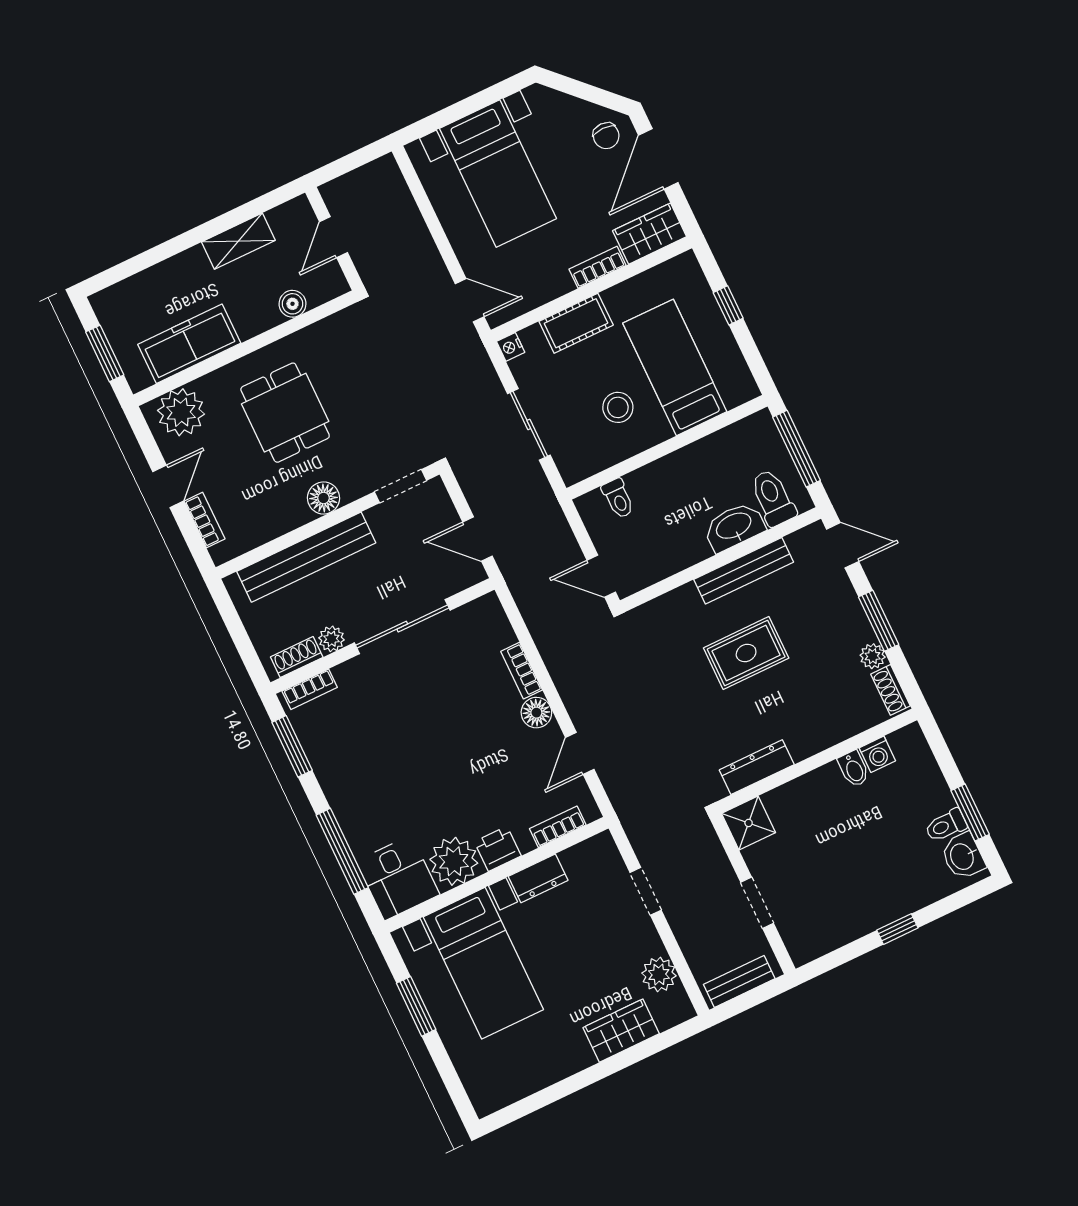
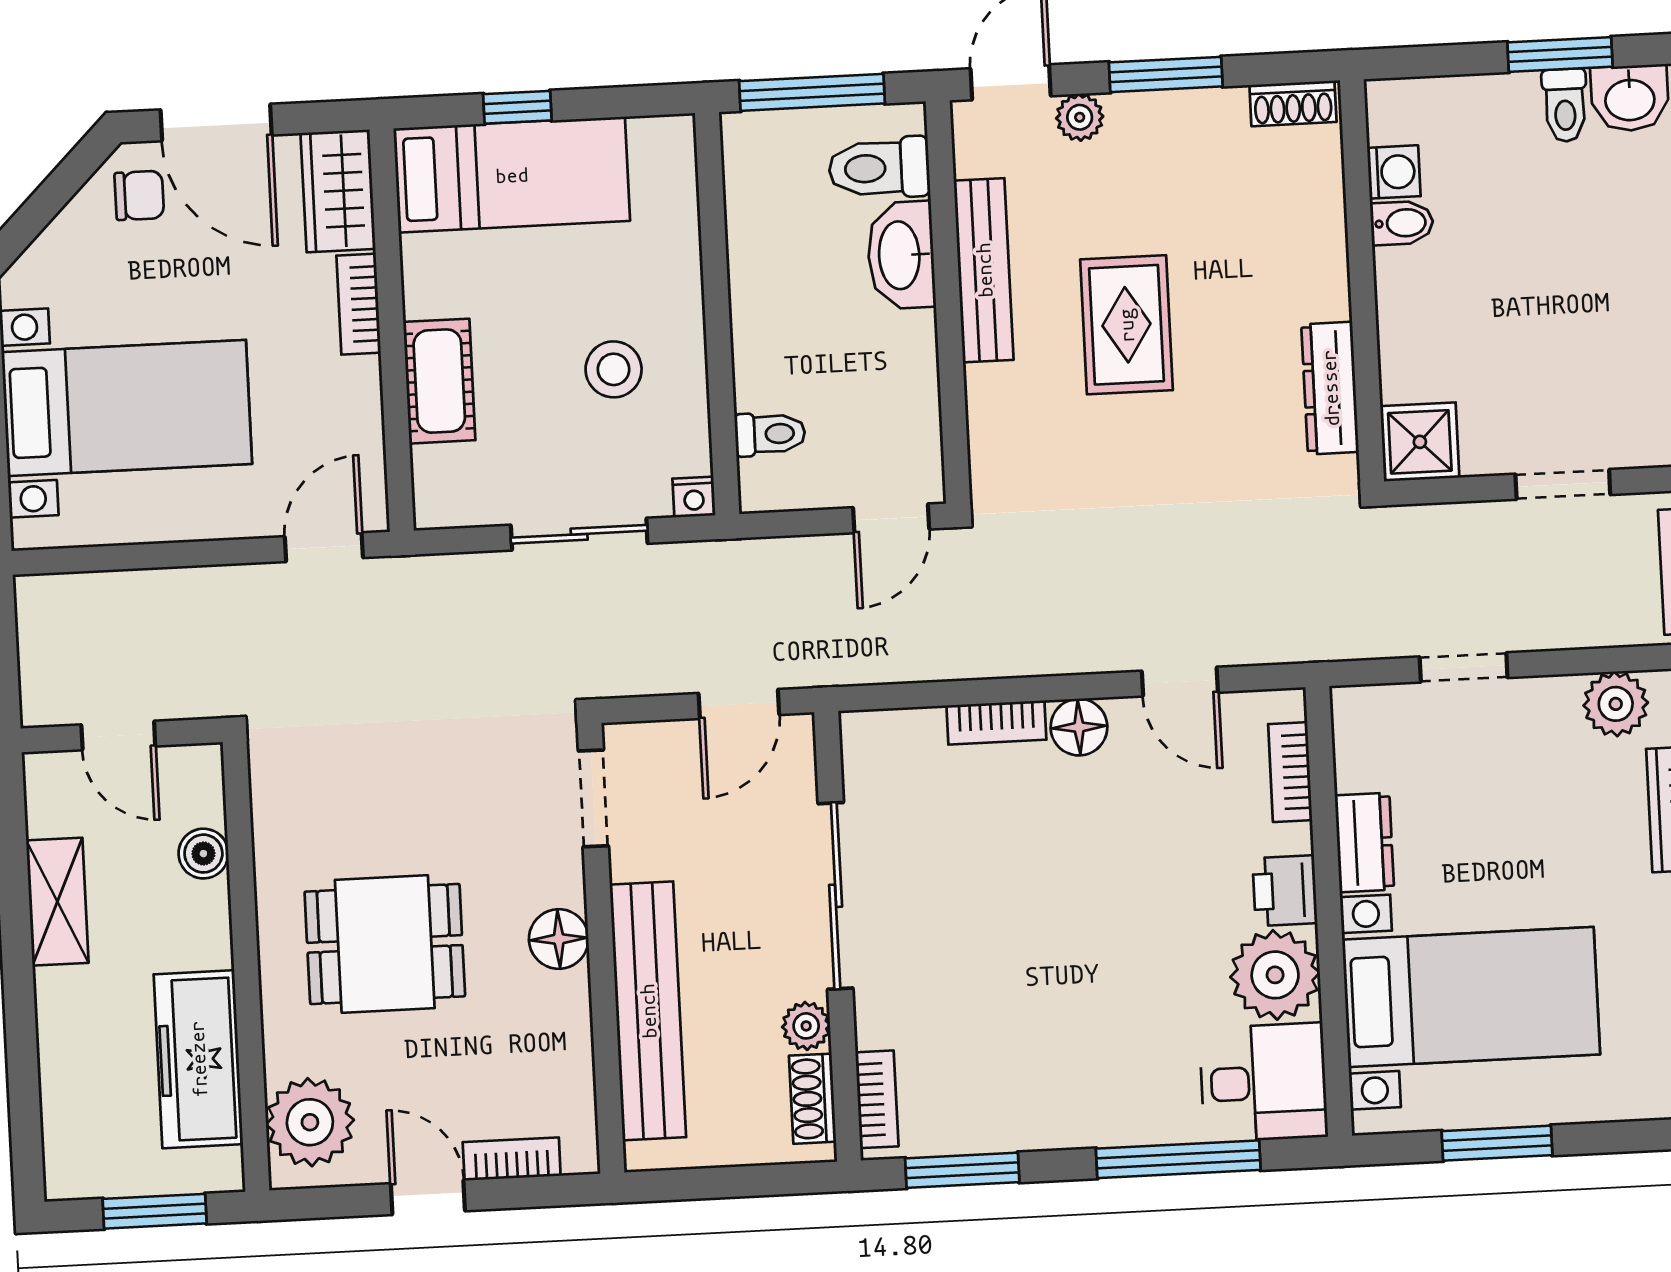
nightstand: (511, 347) -> (694, 497), moved
bed: (675, 367) -> (512, 175), moved, turned 180
plant: (873, 656) -> (1080, 117), moved

